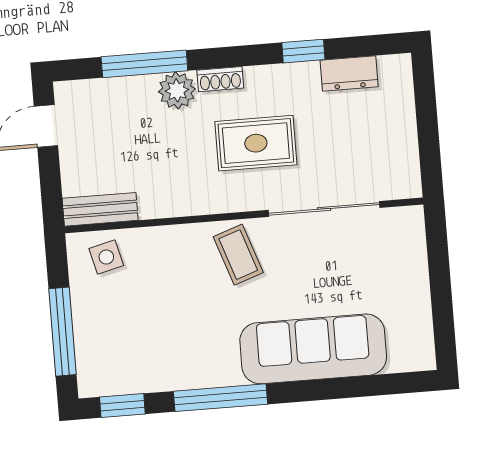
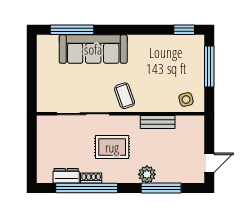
window: (303, 51) -> (87, 188), width x3.17
shoe rack: (220, 79) -> (91, 178), moved
bench: (100, 209) -> (158, 122), moved
window: (220, 398) -> (72, 30), moved

